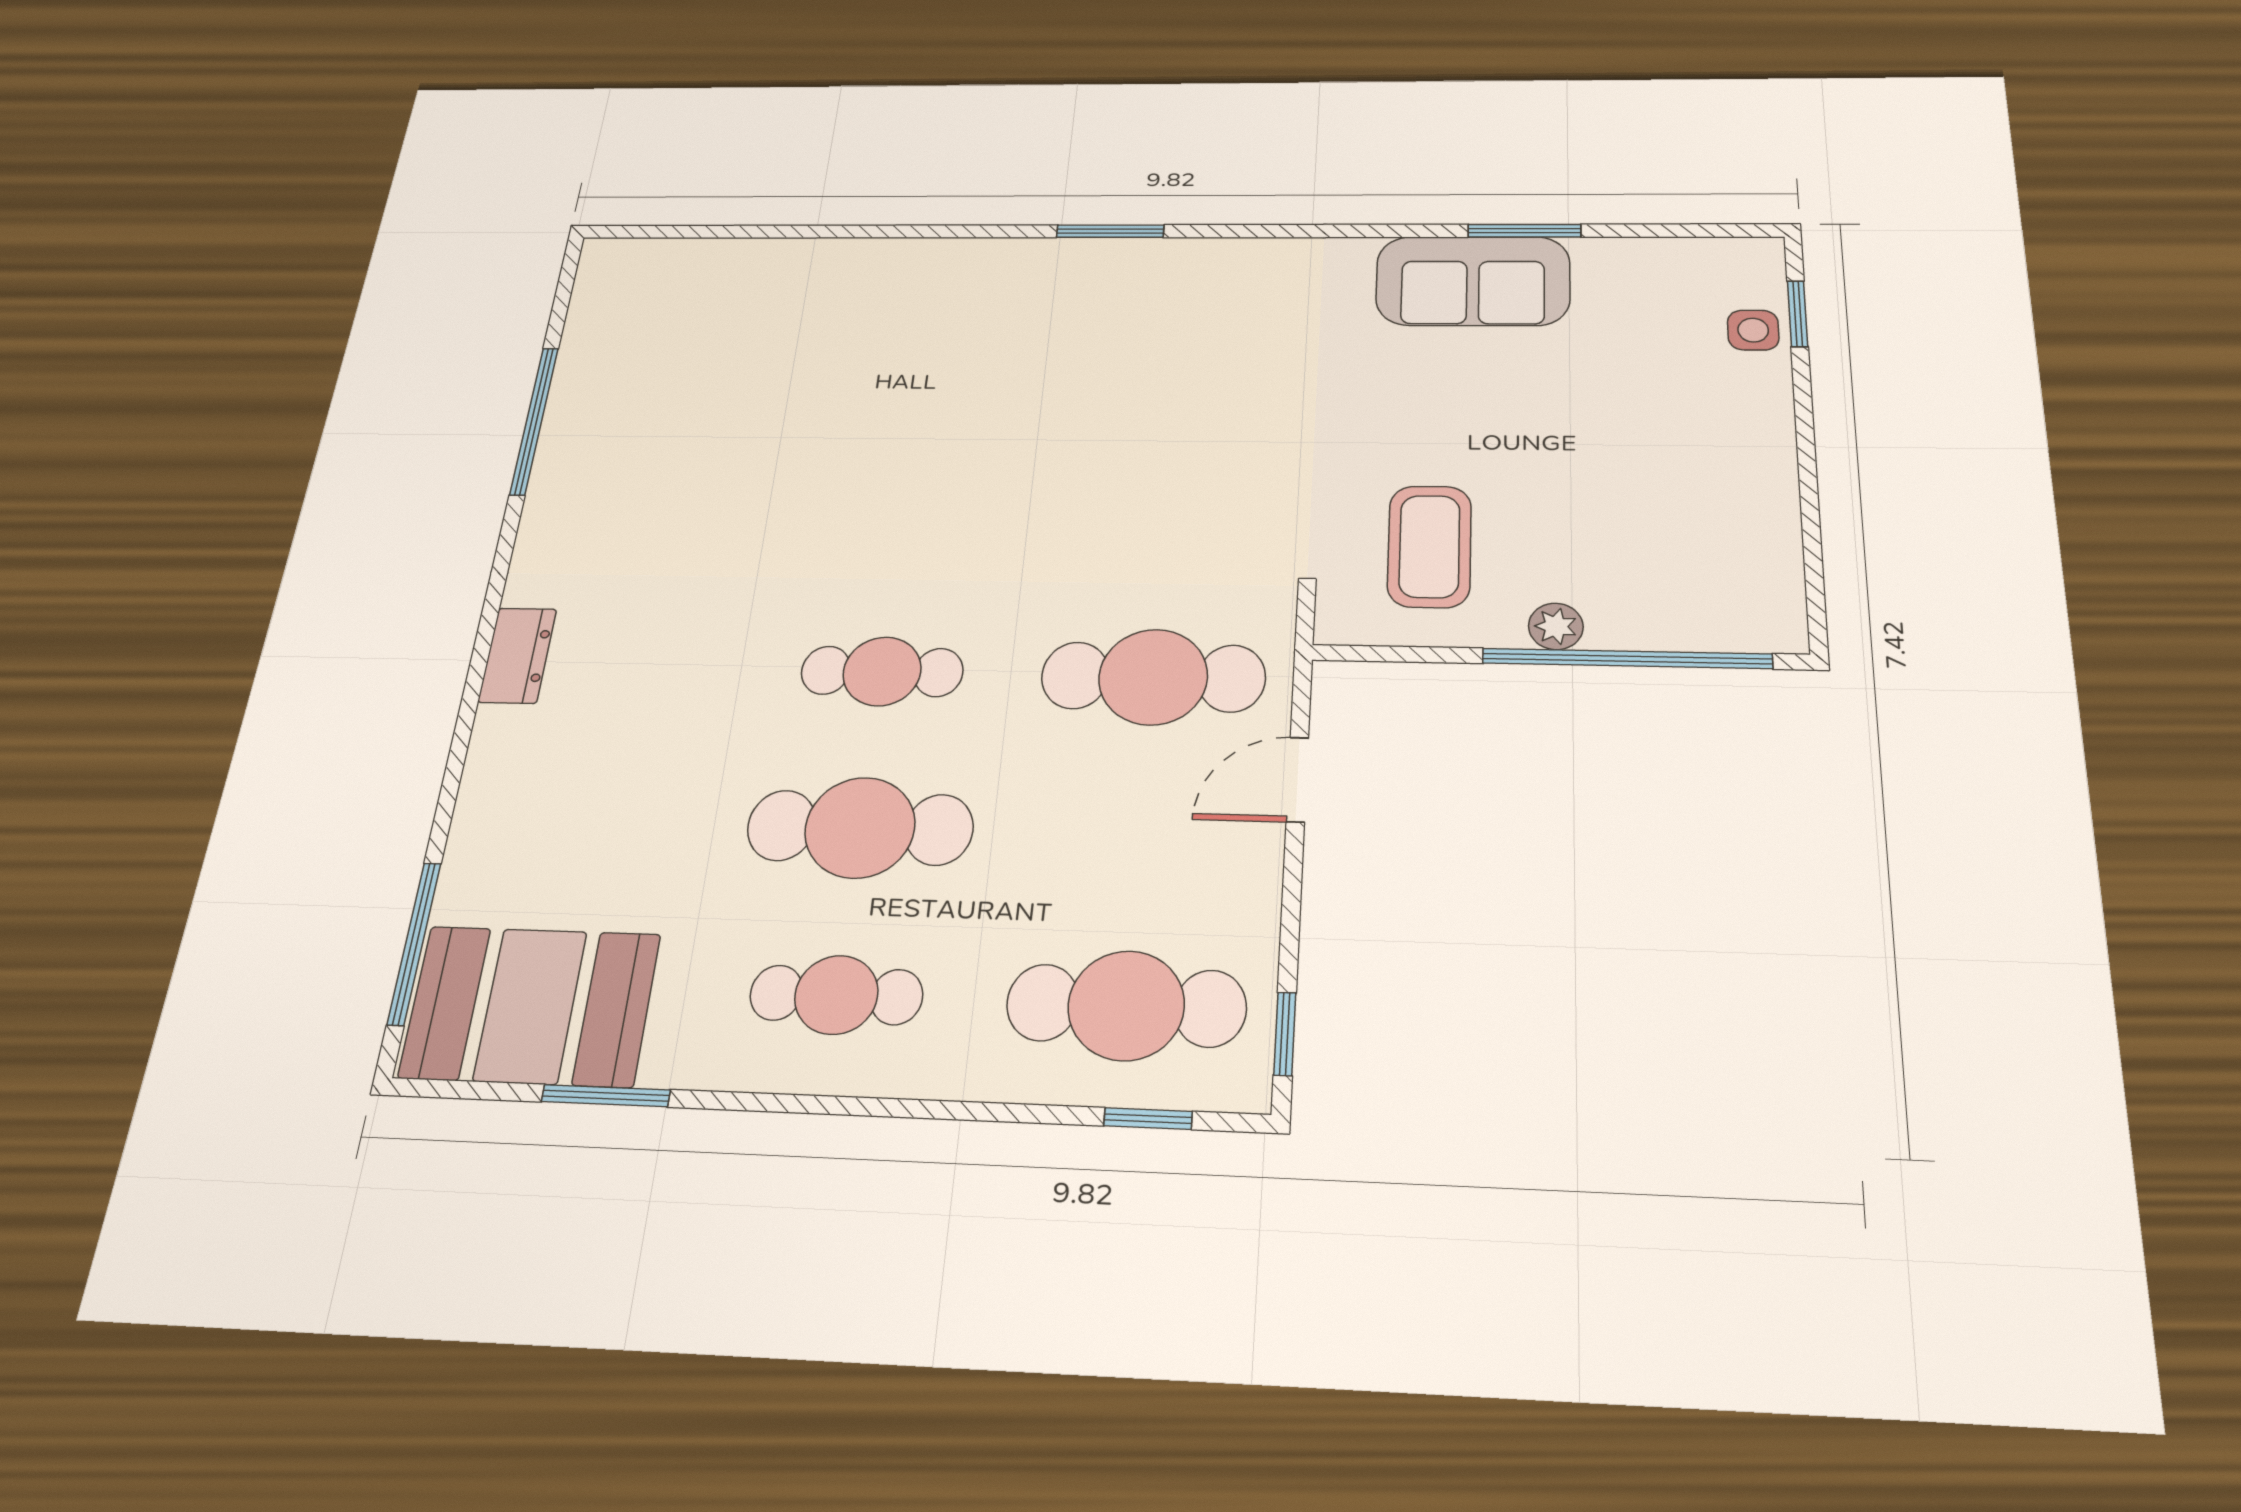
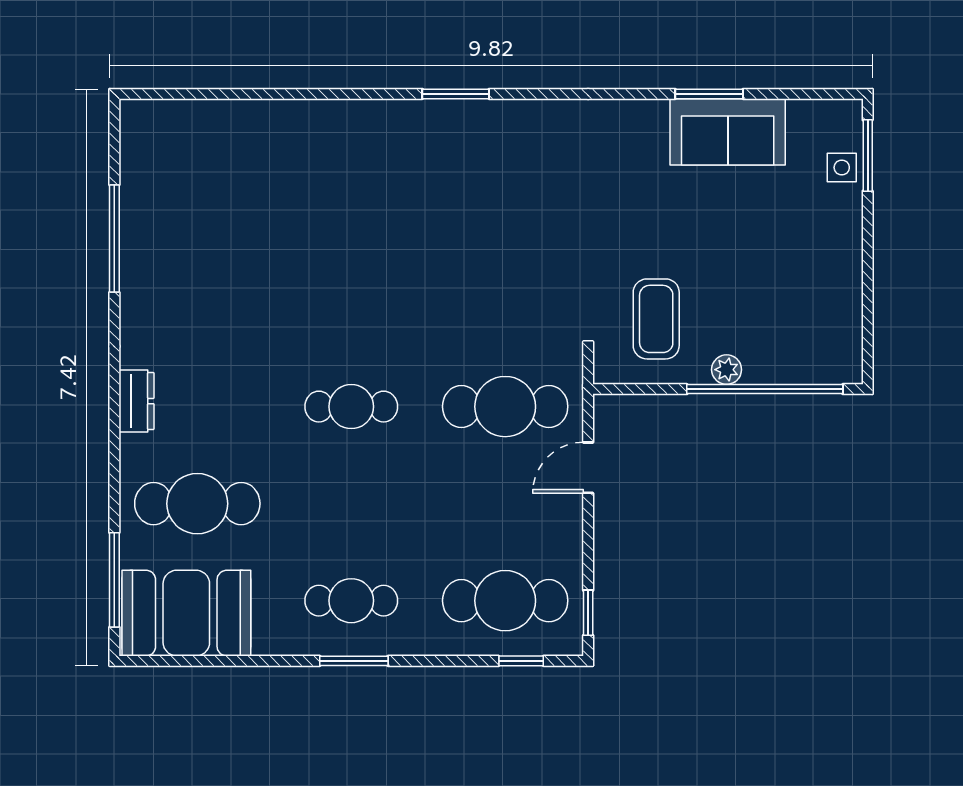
sofa: (1473, 281) -> (728, 132), moved
window: (1798, 314) -> (868, 156), width x1.50
cafe table: (860, 828) -> (197, 504), moved
window: (606, 1096) -> (354, 661), moved

